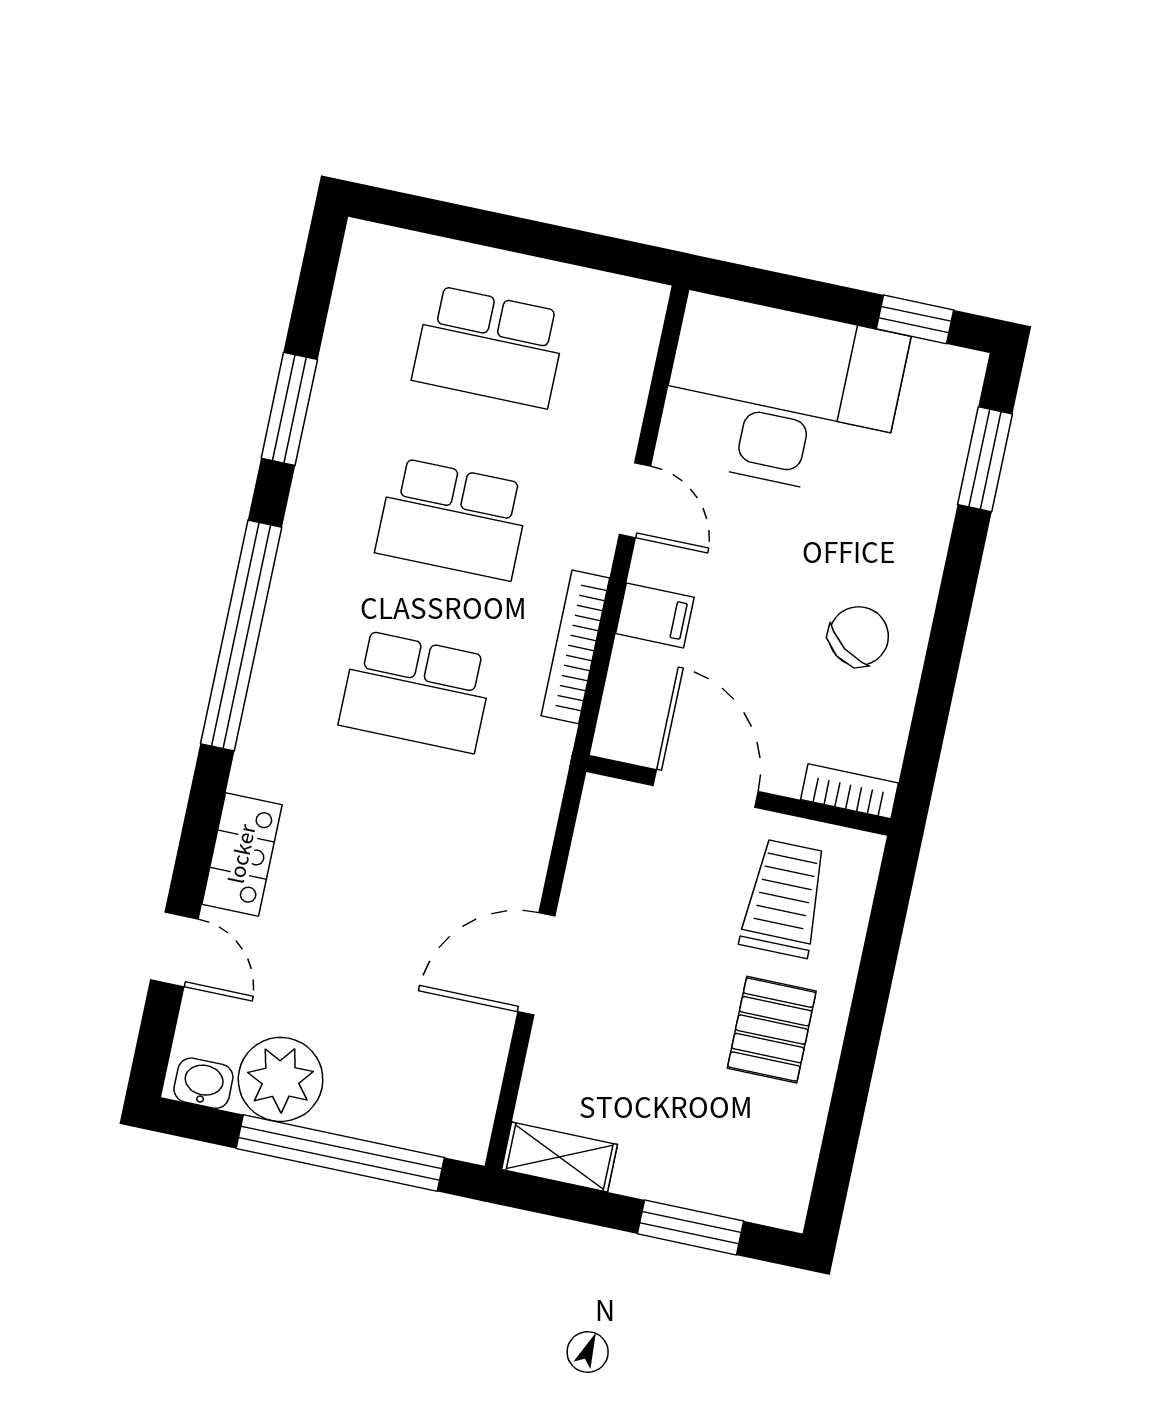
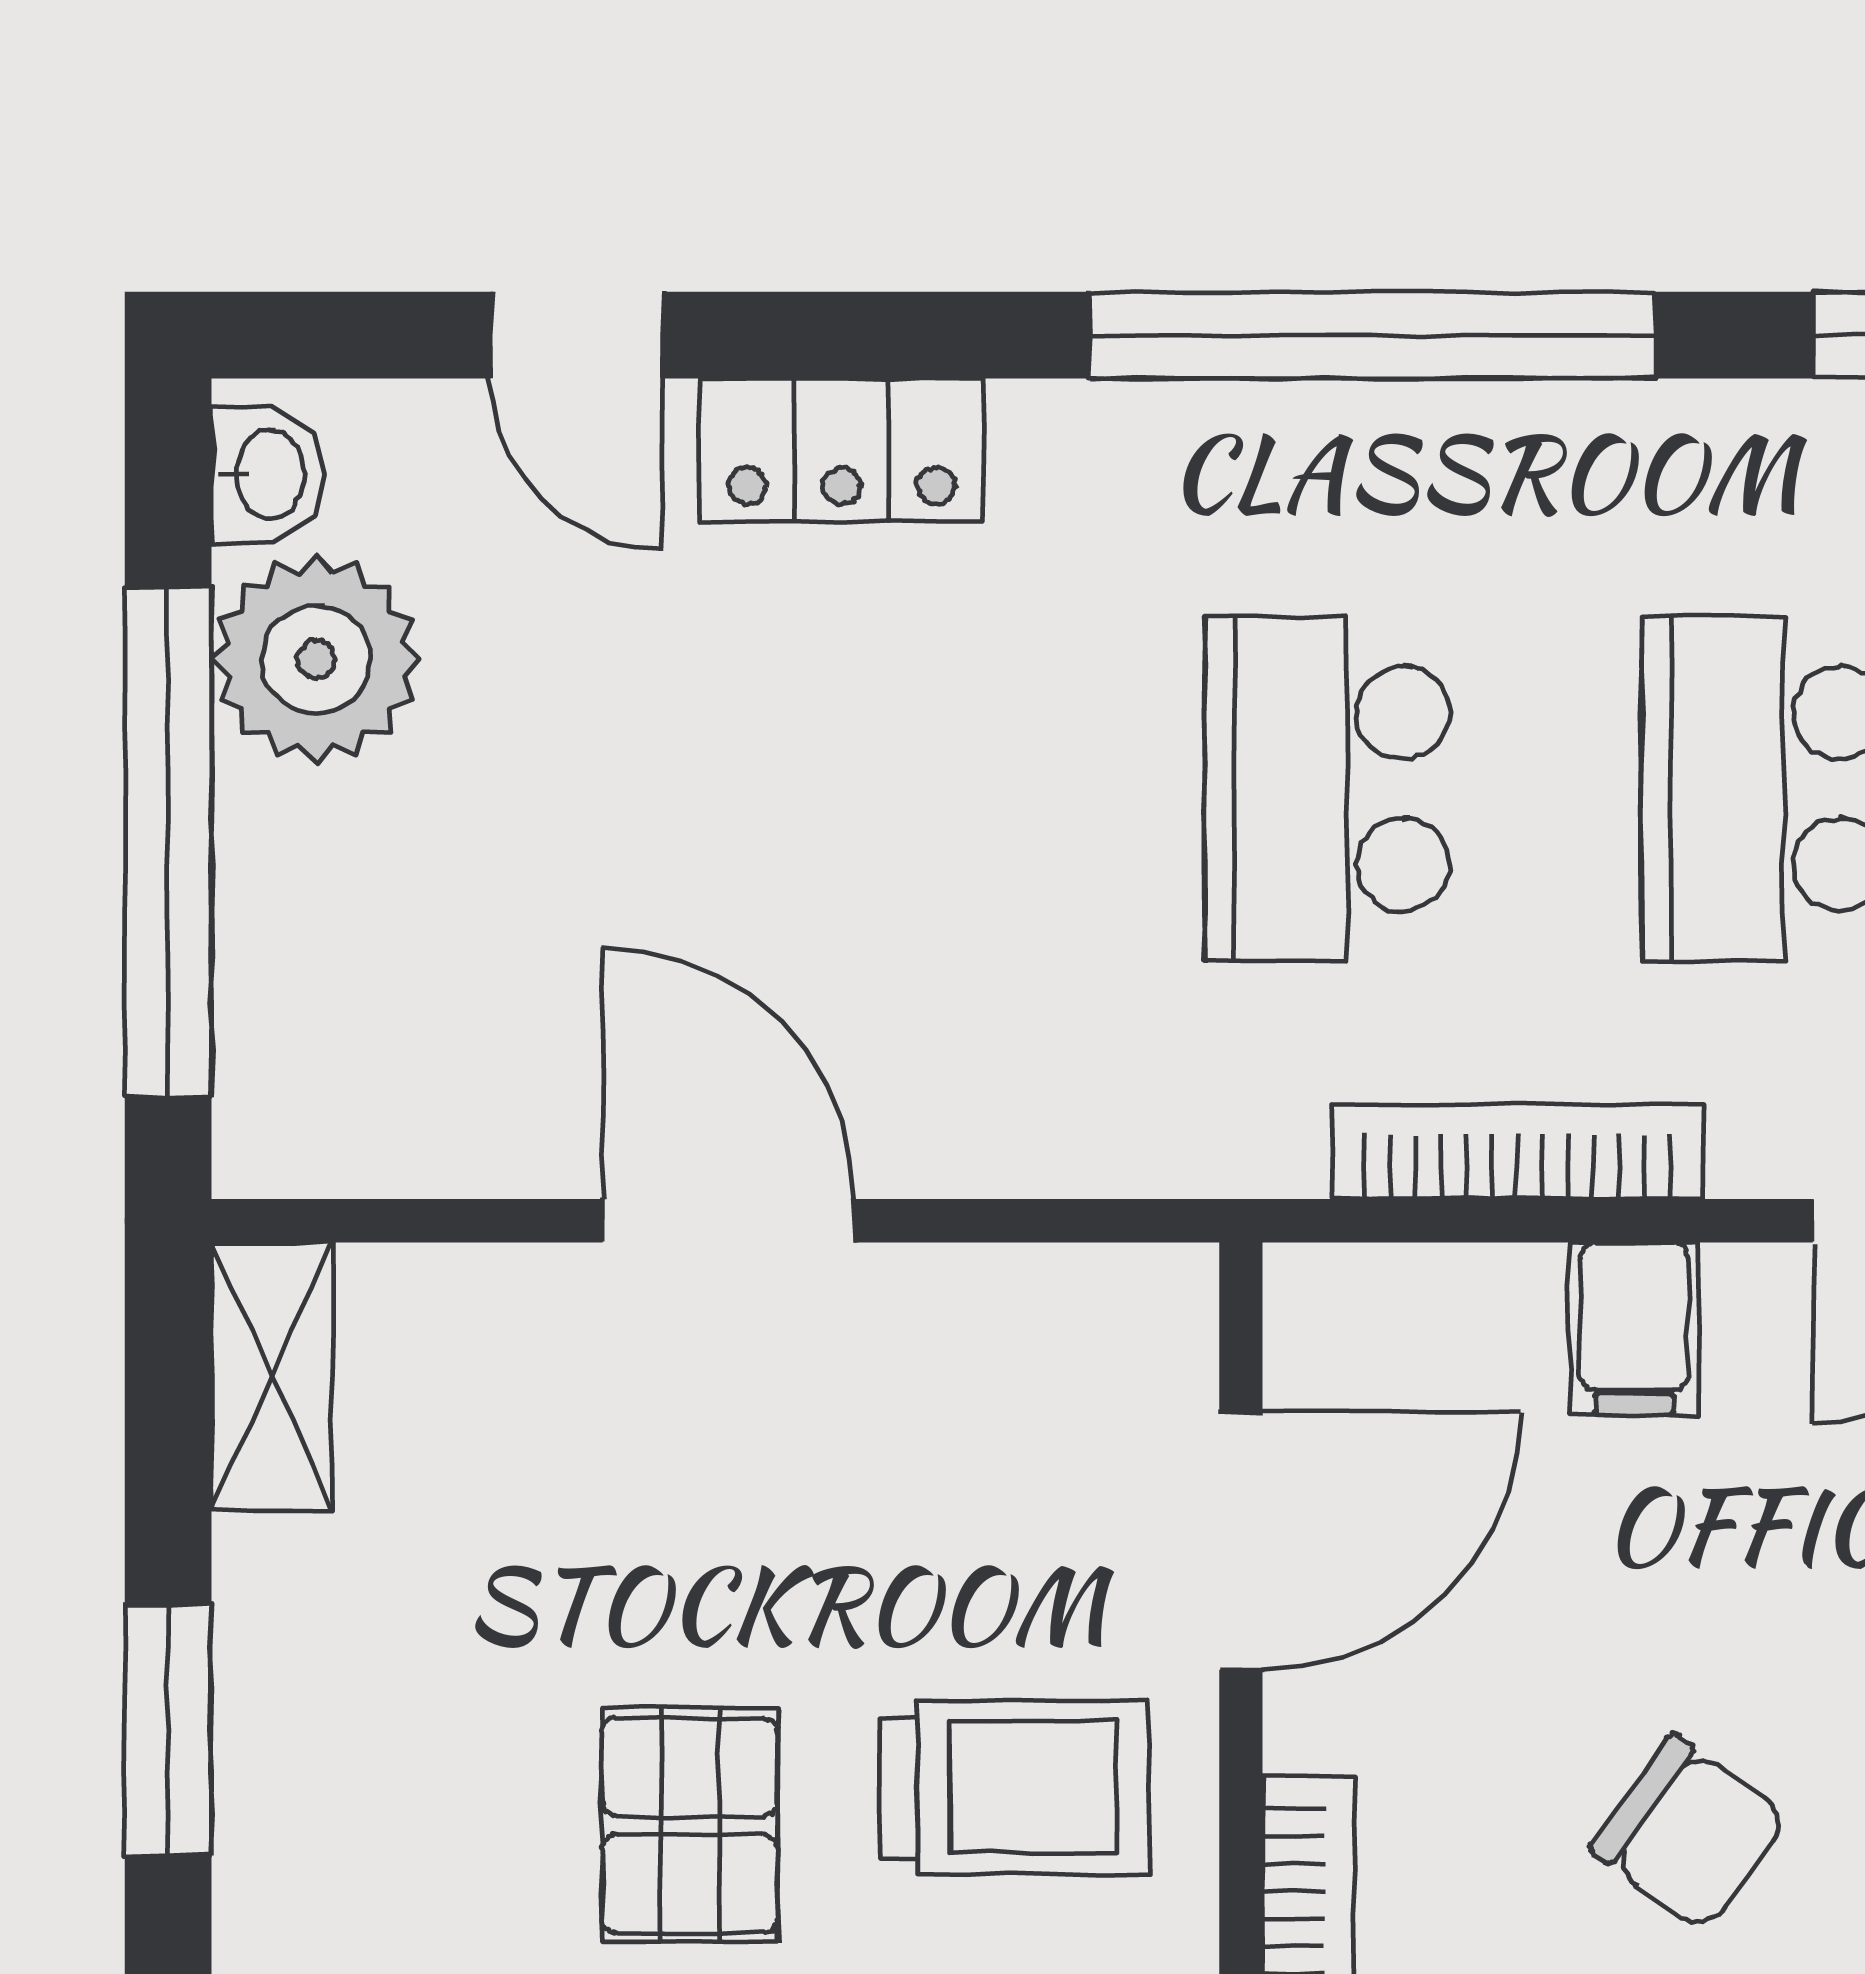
door: (174, 949) -> (577, 335), hinge flipped
pallet: (772, 1030) -> (690, 1825), turned 90

